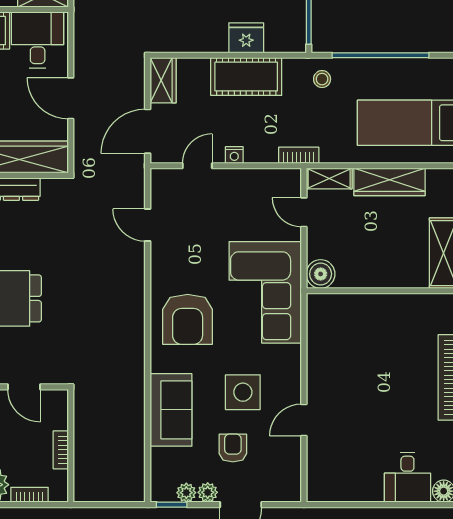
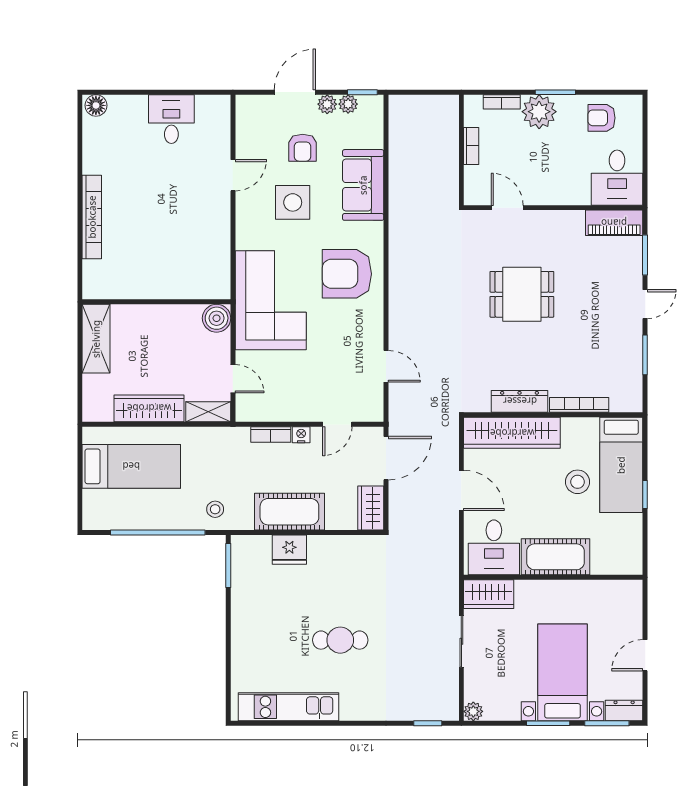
bookcase: (299, 155) -> (271, 435), moved
armchair: (188, 319) -> (347, 274), turned -90
desk: (407, 477) -> (171, 119), moved

